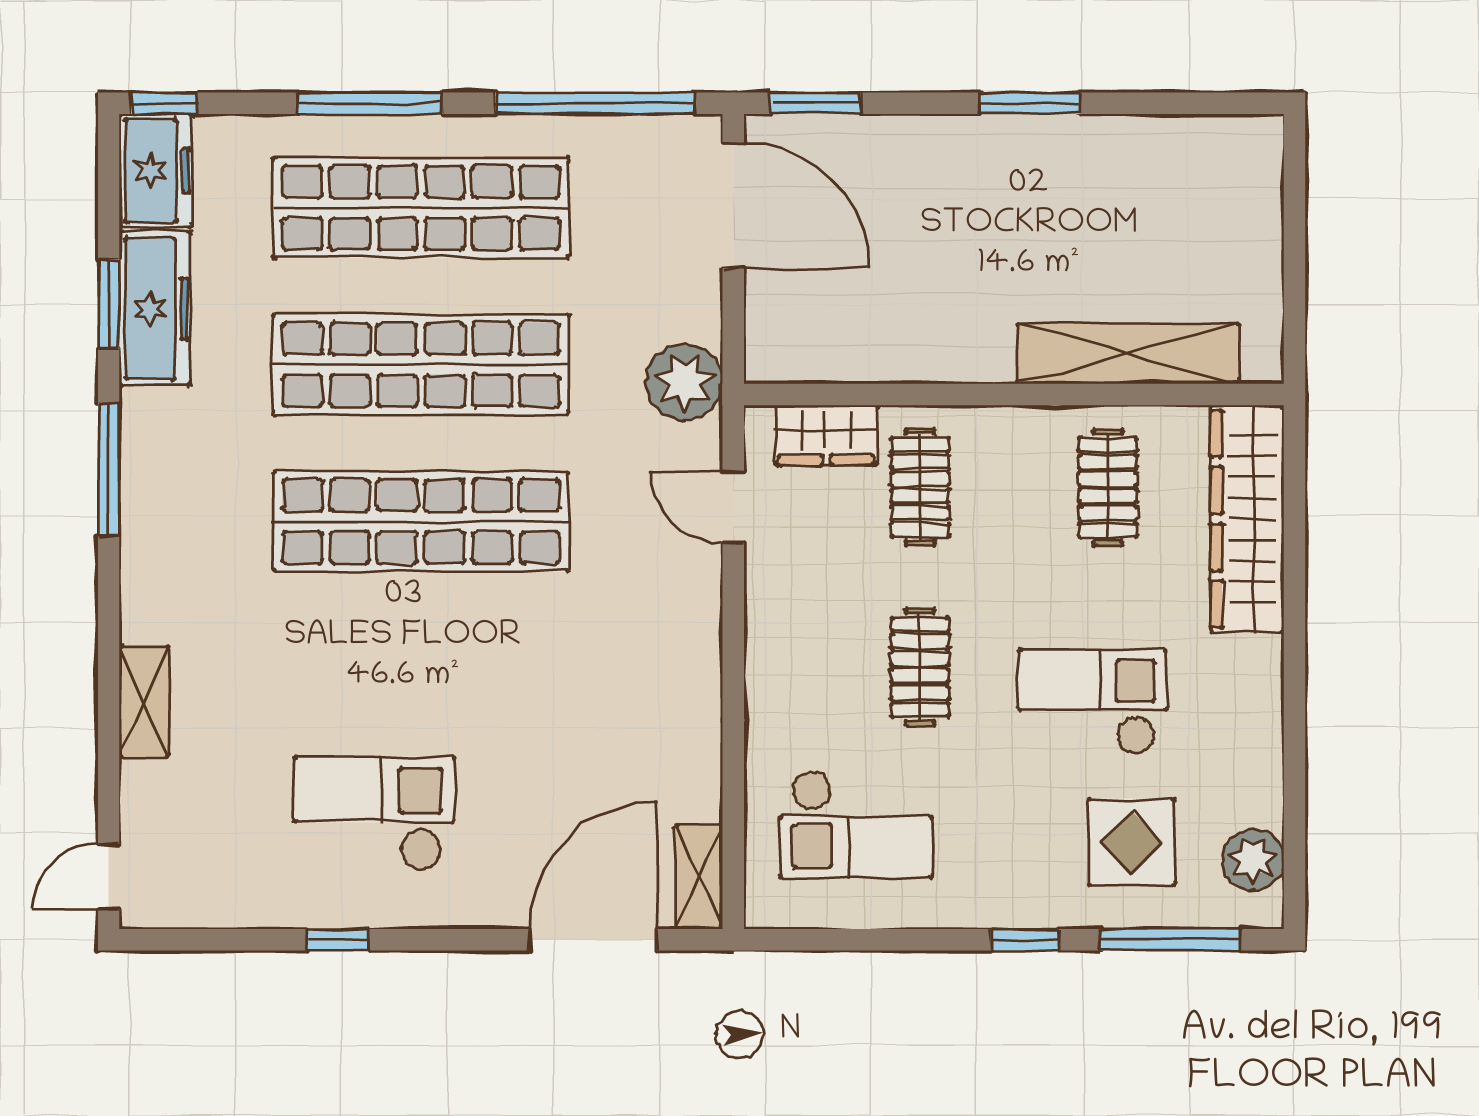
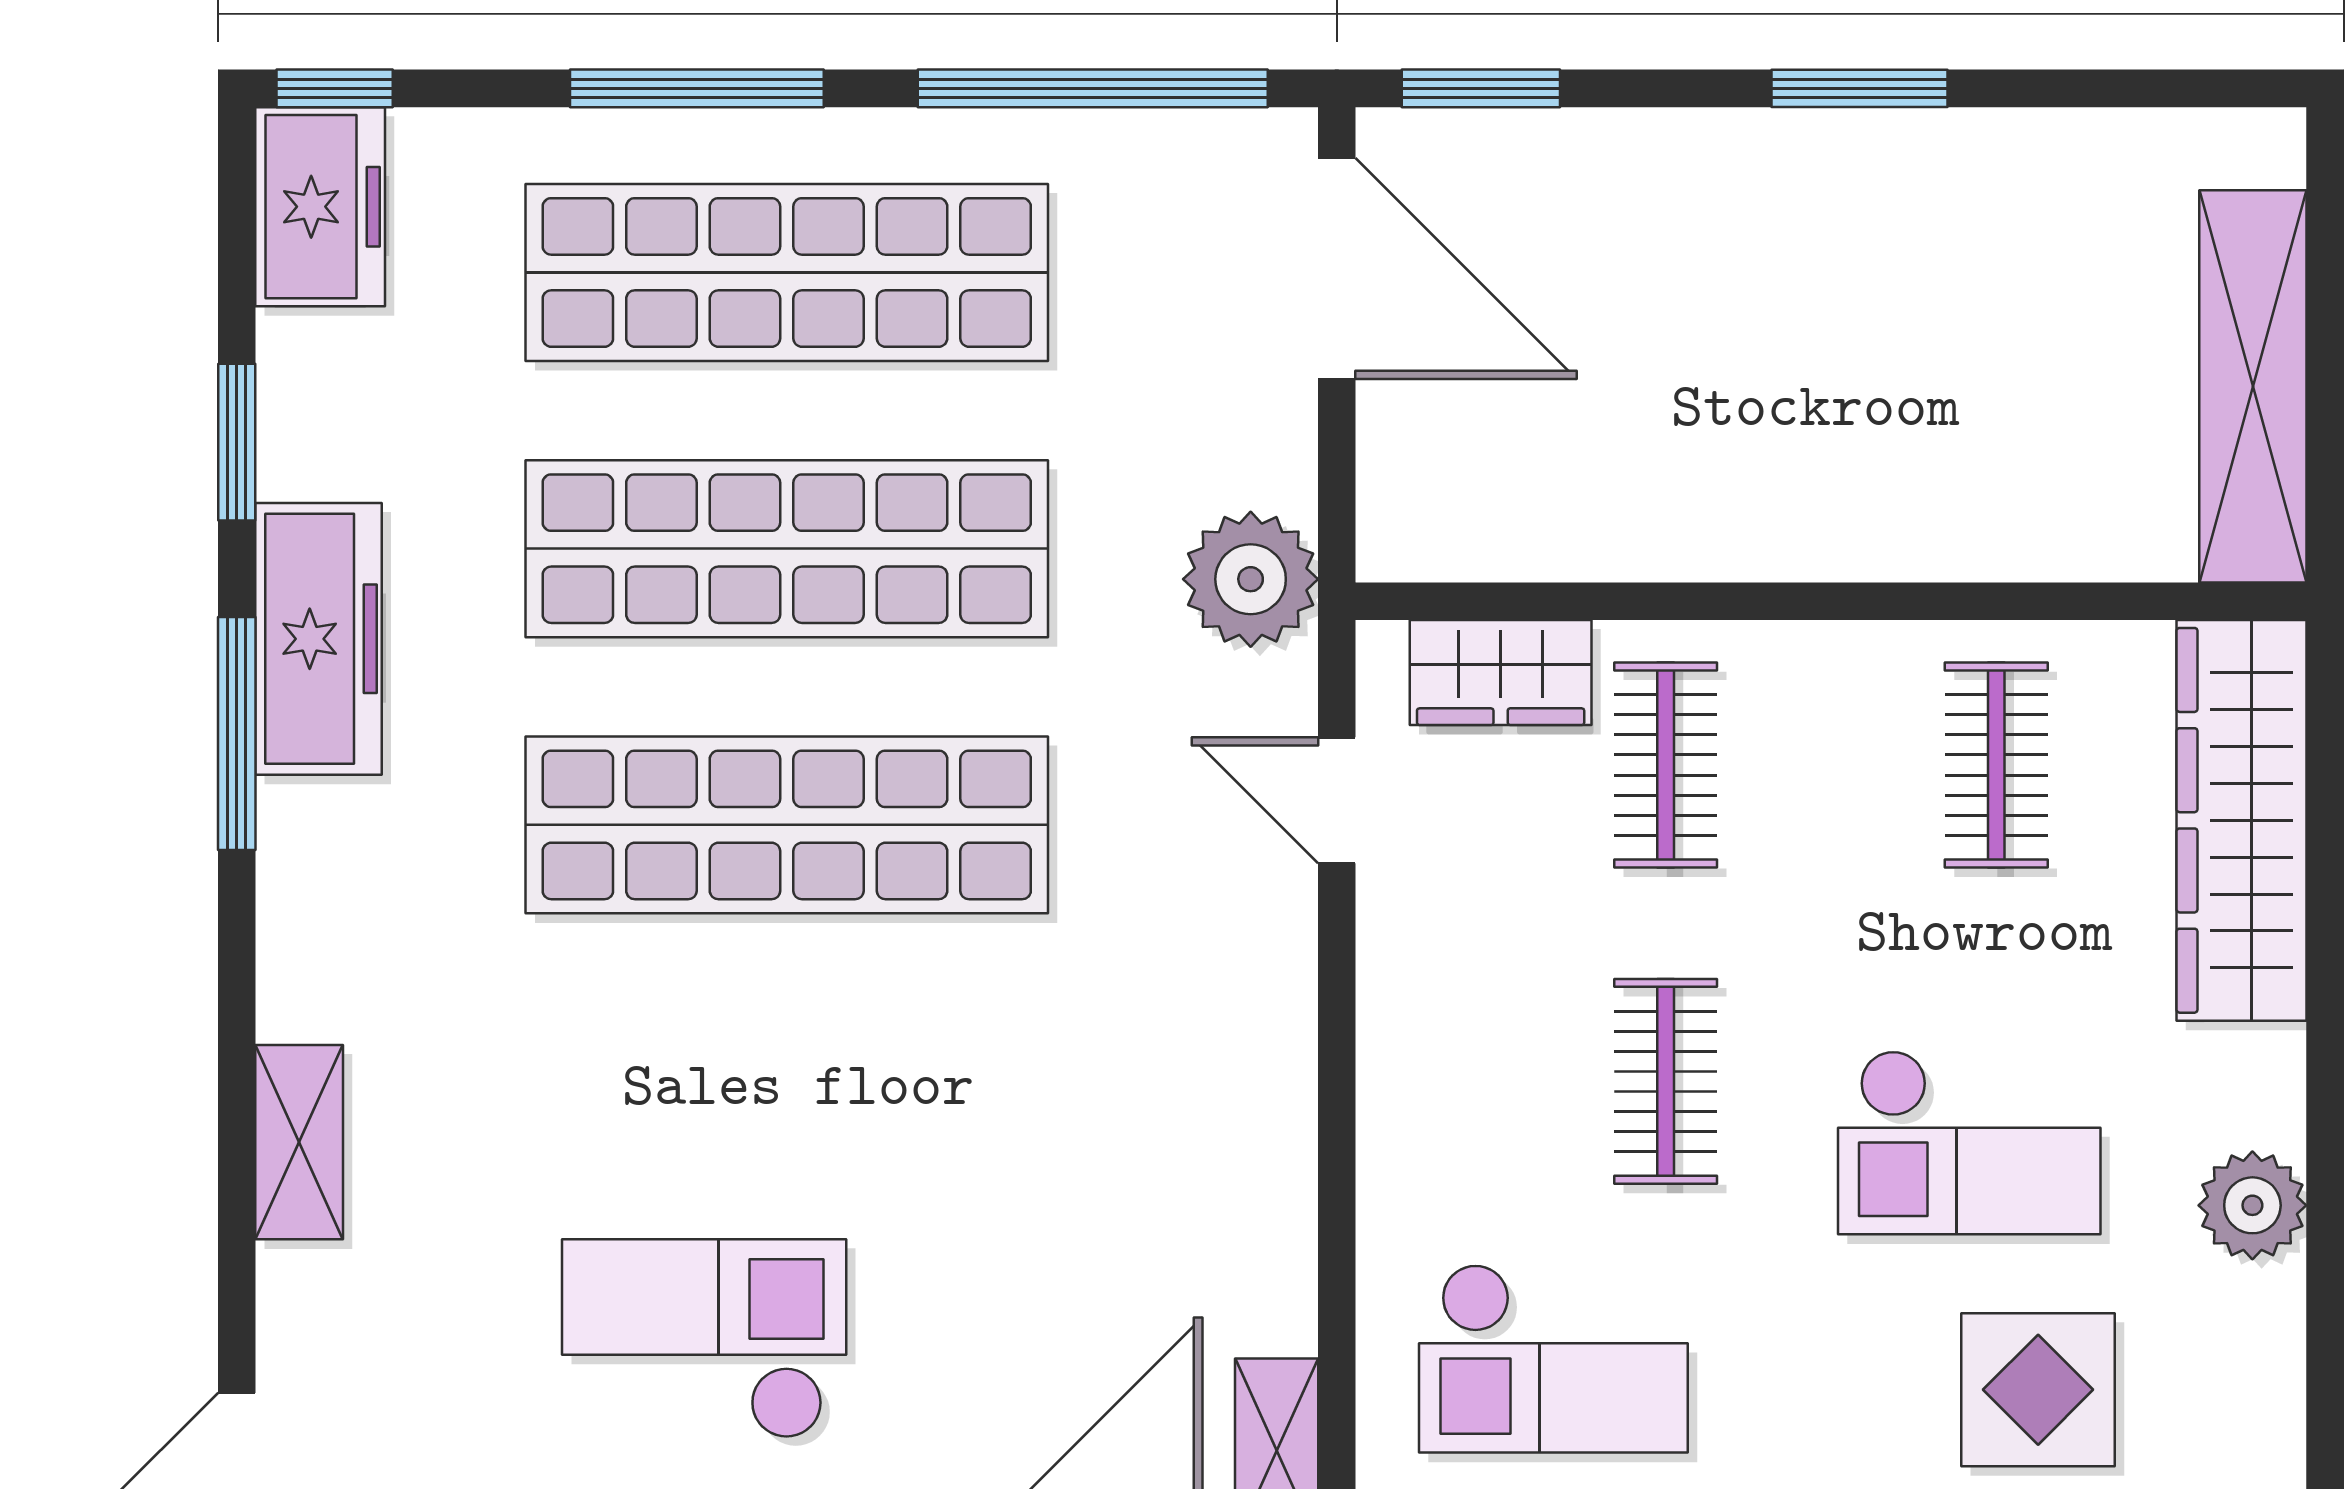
freezer: (155, 309) -> (318, 639), moved
shelving: (1128, 353) -> (2253, 386), moved, turned 90
checkout: (1092, 702) -> (1969, 1142), turned 180
plant: (1253, 860) -> (2252, 1205), moved

